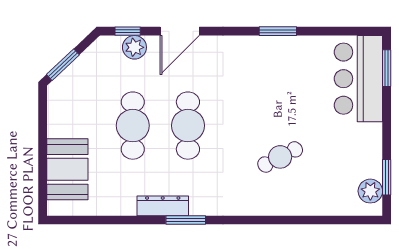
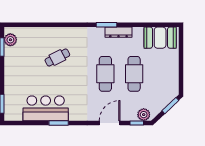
plant: (134, 47) -> (144, 115), moved
bar counter: (358, 79) -> (46, 108), moved, turned -90
booth: (67, 169) -> (160, 38), moved, turned 90

